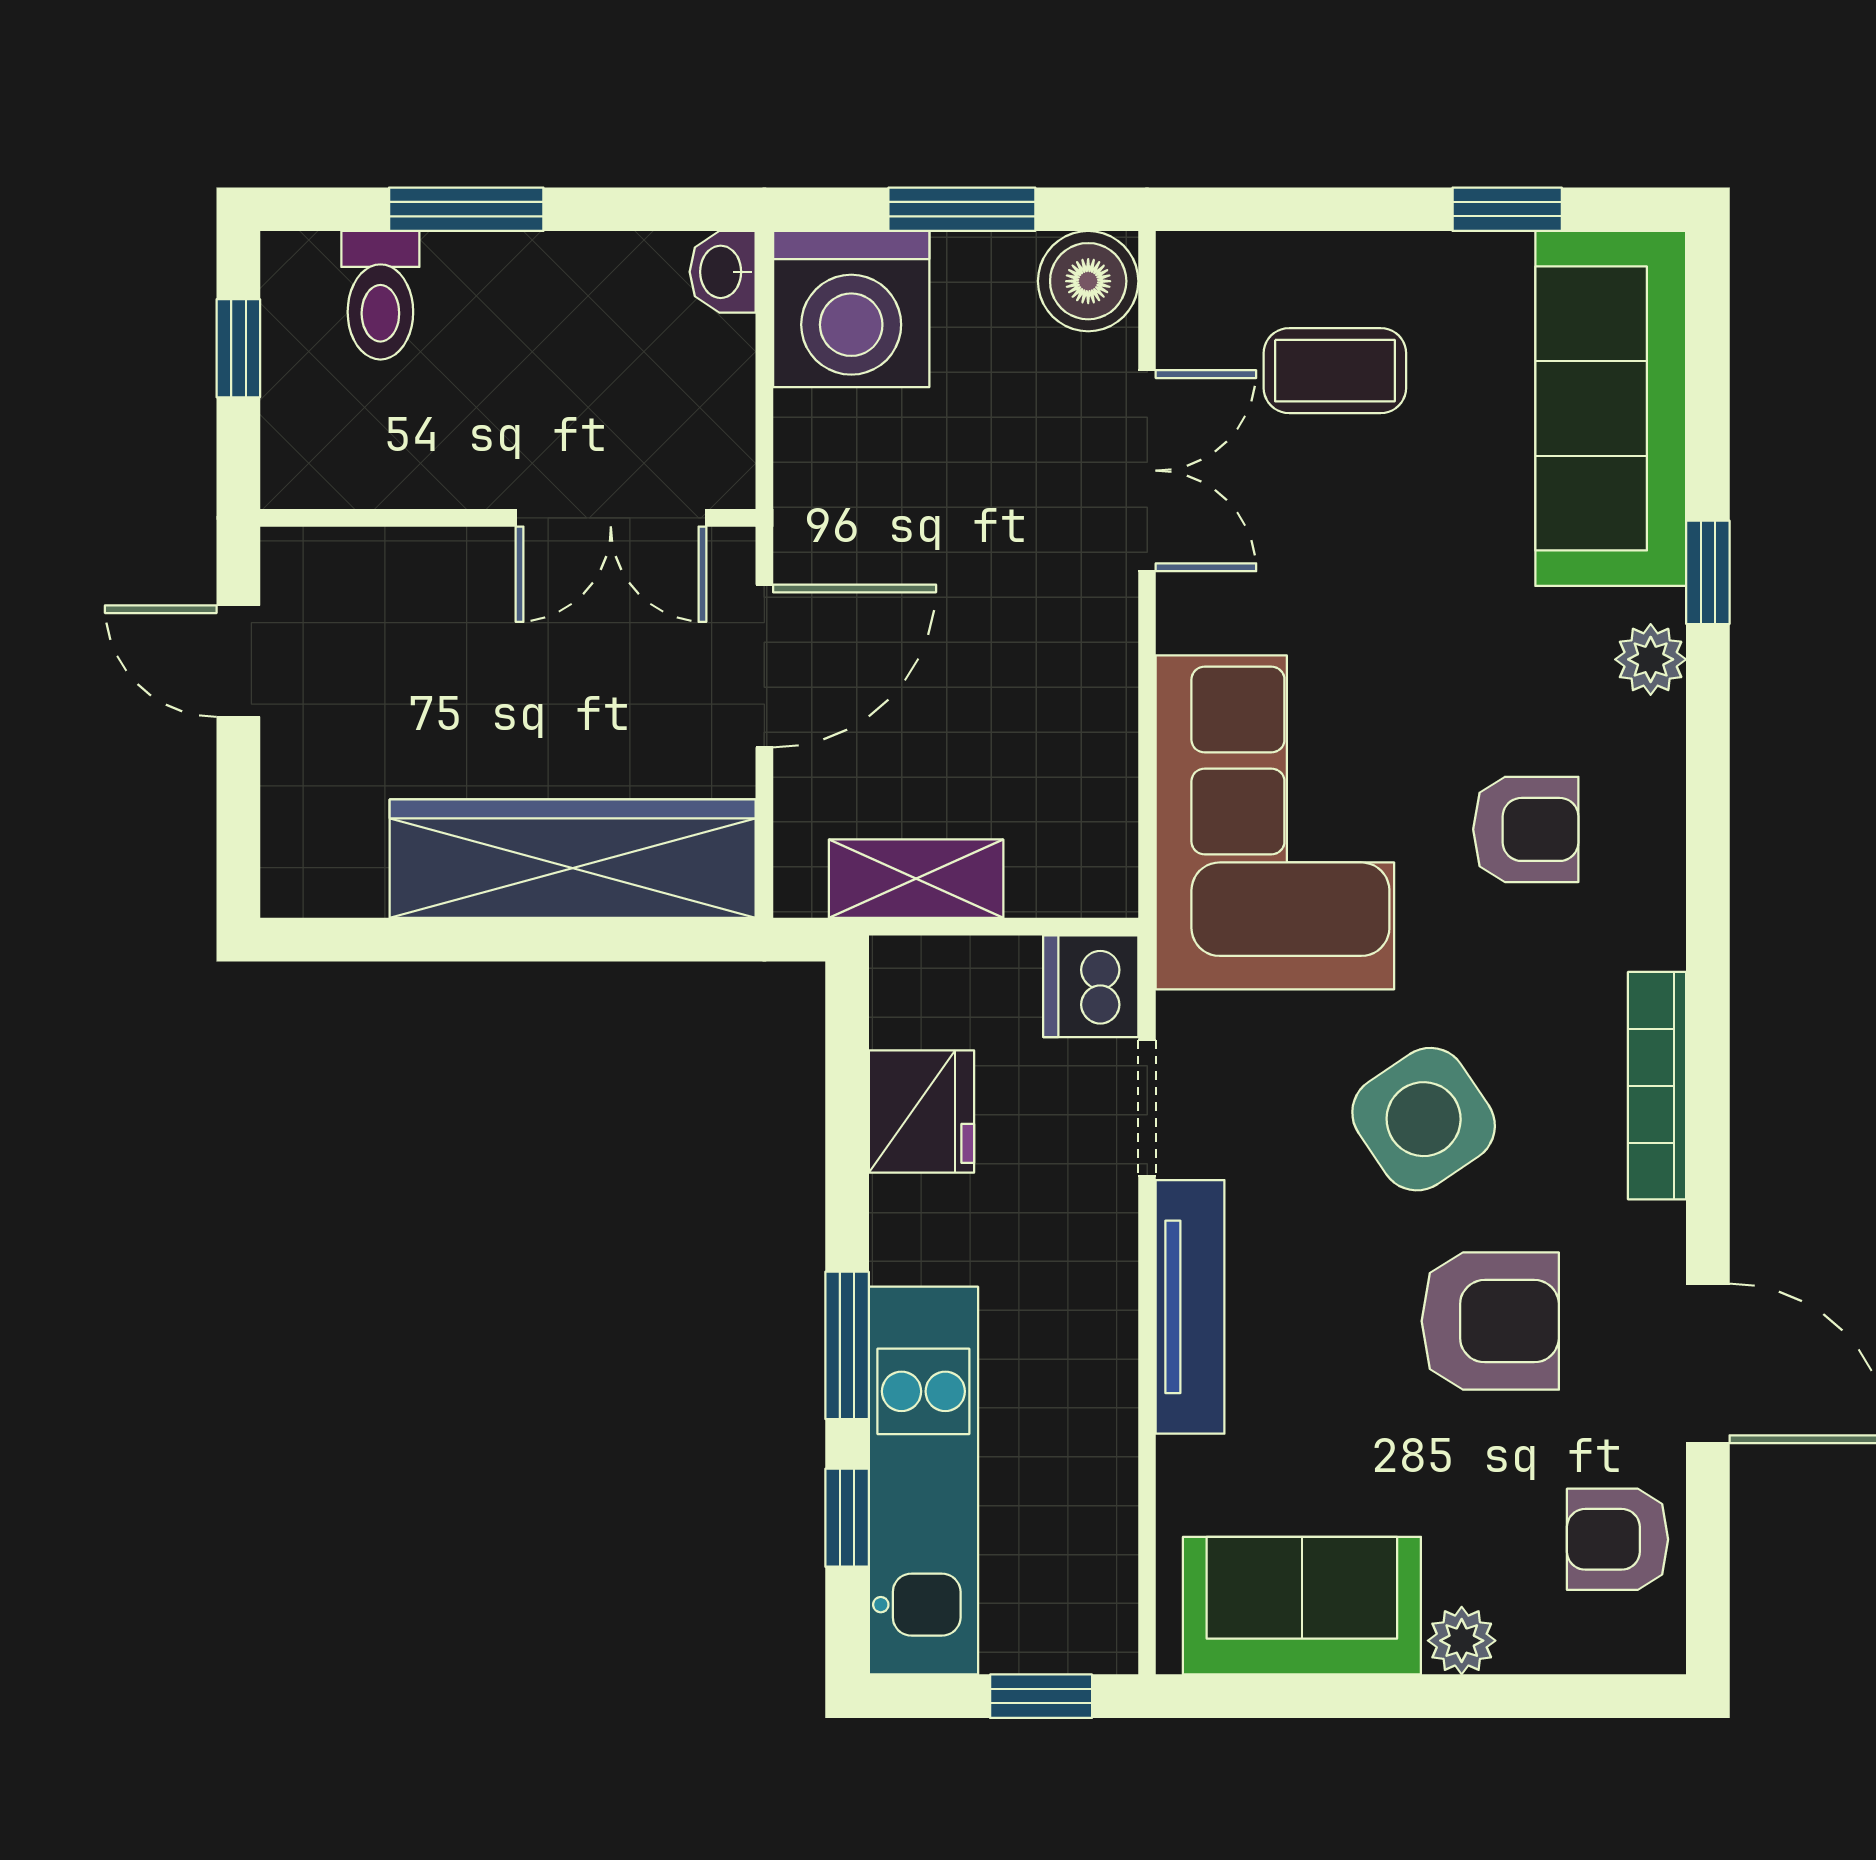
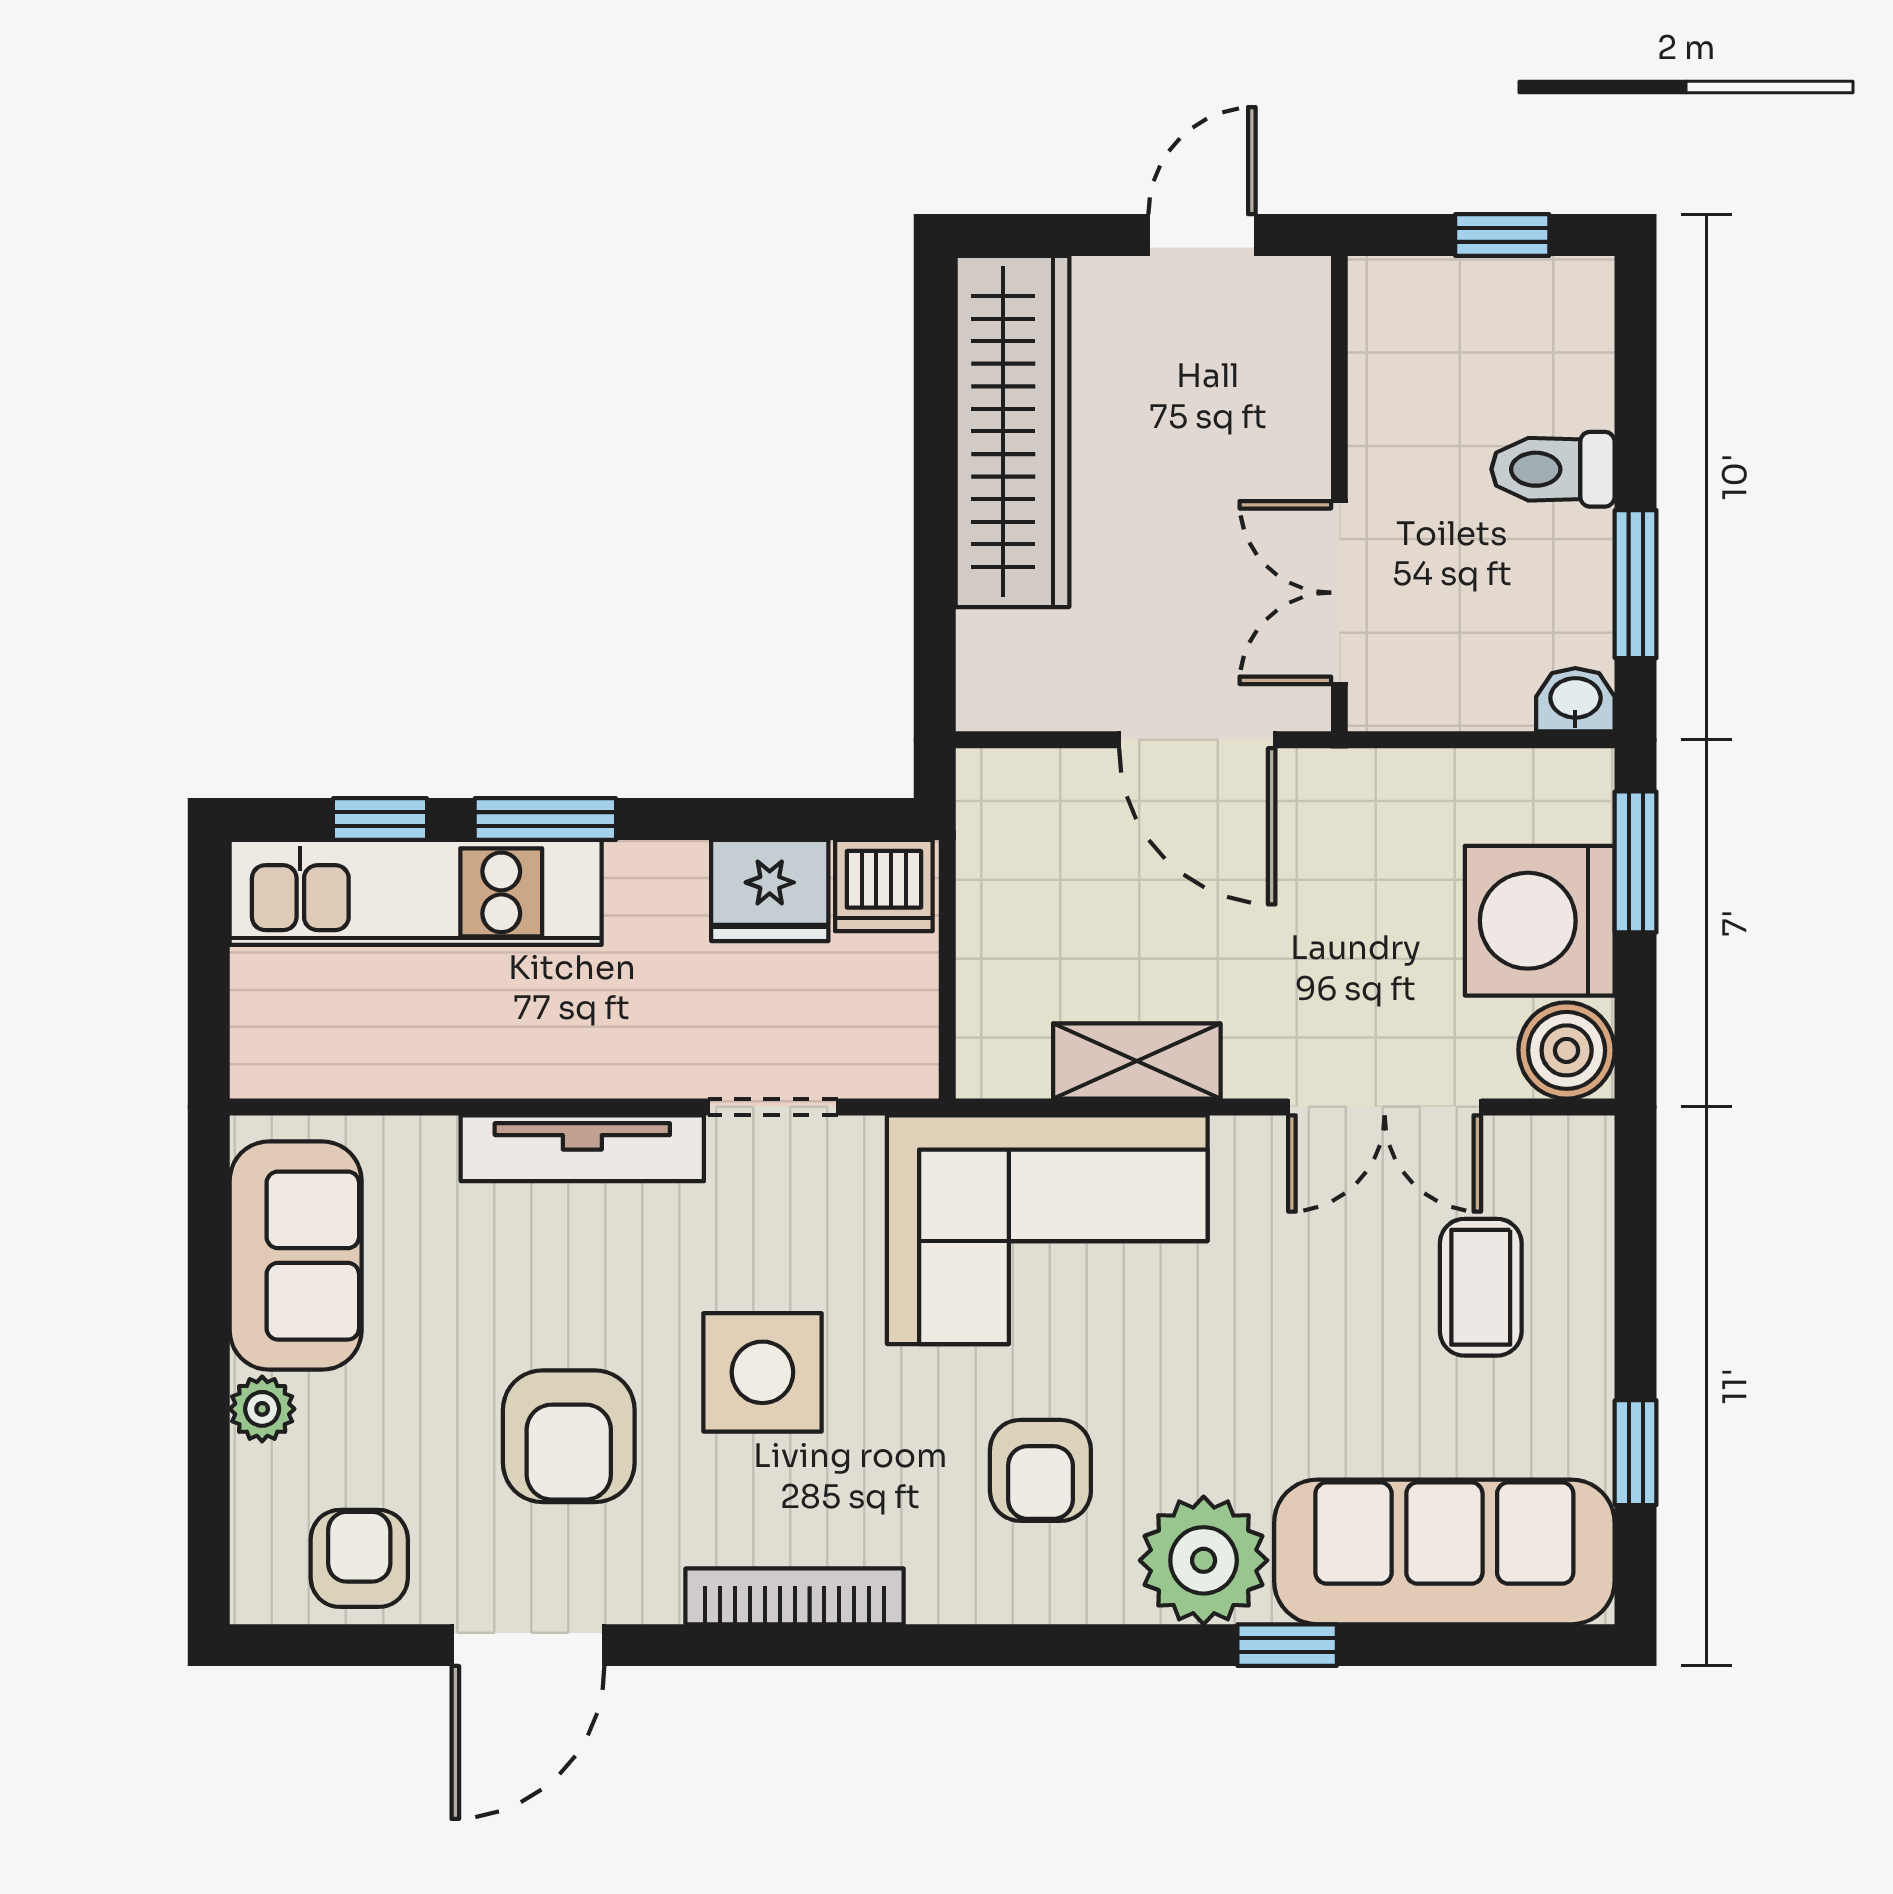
window: (466, 209) -> (1636, 584), moved
window: (962, 209) -> (1636, 862), moved
toilet: (380, 295) -> (1553, 469), moved
washing machine: (851, 309) -> (1540, 921), moved
plant: (1651, 659) -> (1204, 1560), width x1.88, depth x1.88
wardrobe: (573, 859) -> (1012, 431), moved
shelving: (916, 879) -> (1137, 1061), moved, turned 90
dishwasher: (1091, 986) -> (884, 886), moved, turned 180
side table: (1424, 1119) -> (762, 1372), turned 34
window: (1041, 1696) -> (209, 1005), removed

